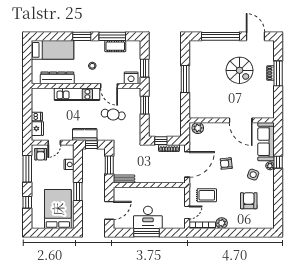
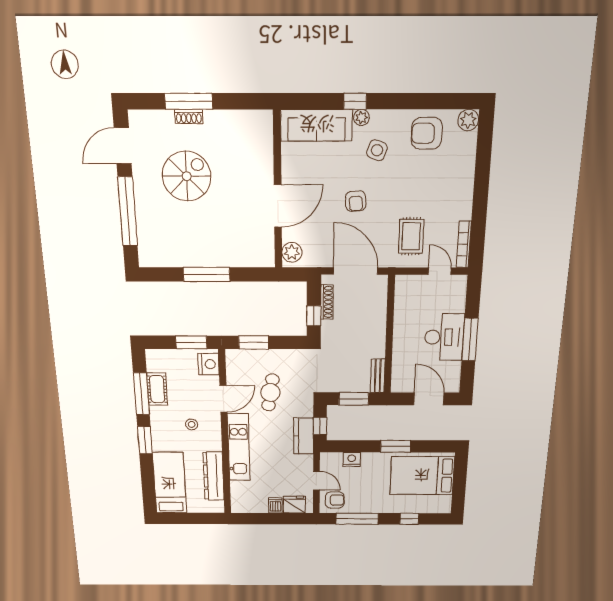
door: (241, 120) -> (278, 206), moved
armchair: (249, 201) -> (427, 133), moved
plant: (222, 223) -> (468, 120), moved

